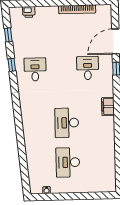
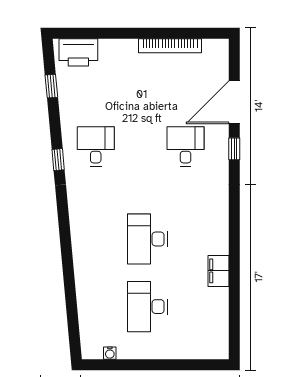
printer: (29, 12) -> (78, 52), width x1.87, depth x1.48
window: (12, 65) -> (58, 160), moved
filing cabinet: (108, 107) -> (218, 271), moved

